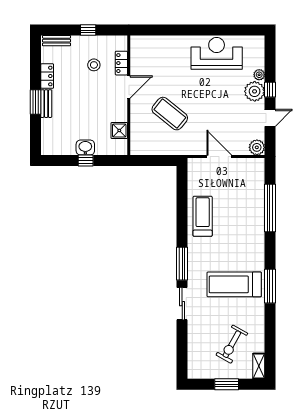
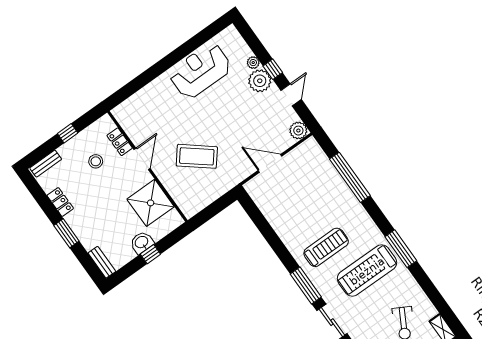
bench: (46, 104) -> (102, 262), moved
shower: (119, 130) -> (151, 203), width x1.86, depth x1.86
treadmill: (203, 216) -> (326, 247), moved, turned 90

